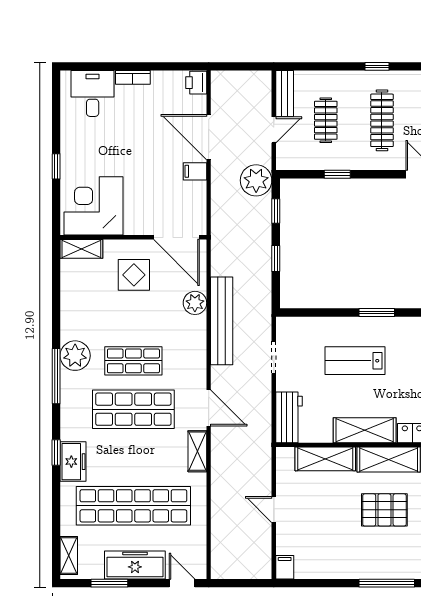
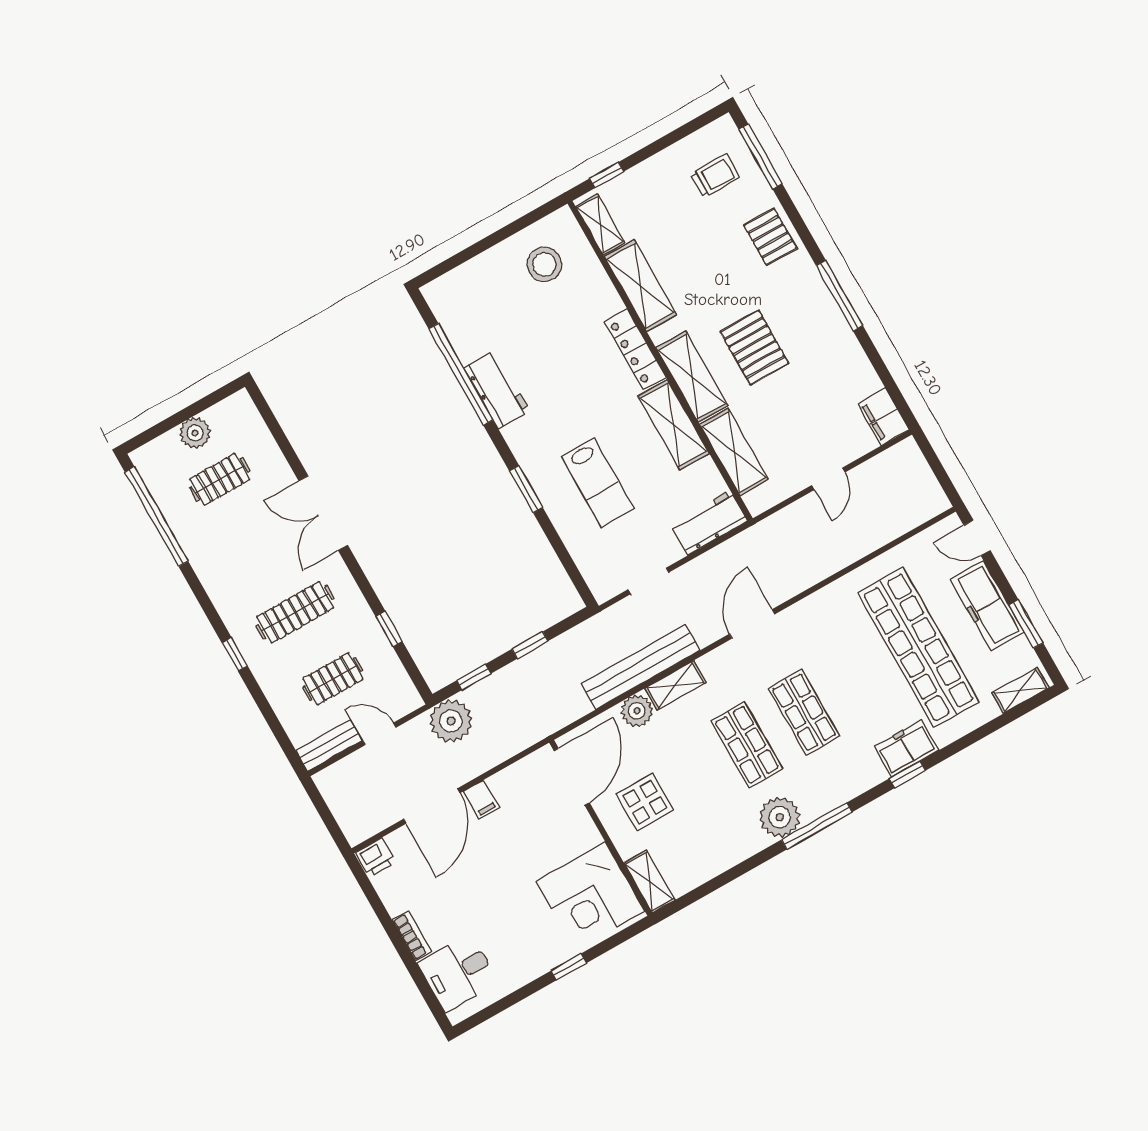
shop shelf: (133, 409) -> (804, 712), width x0.70, depth x0.74
shelving: (197, 451) -> (675, 685), moved
filing cabinet: (285, 567) -> (883, 417), width x2.00
door: (182, 583) -> (977, 538), hinge flipped

